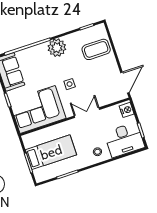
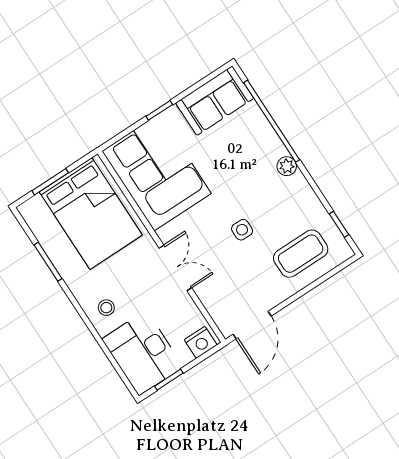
plant: (57, 48) -> (287, 166), width x0.53, depth x0.53
coffee table: (96, 49) -> (301, 254), turned 90
door: (125, 83) -> (252, 325), hinge flipped
side table: (70, 84) -> (242, 230), moved
bed: (51, 152) -> (91, 214), width x1.50

